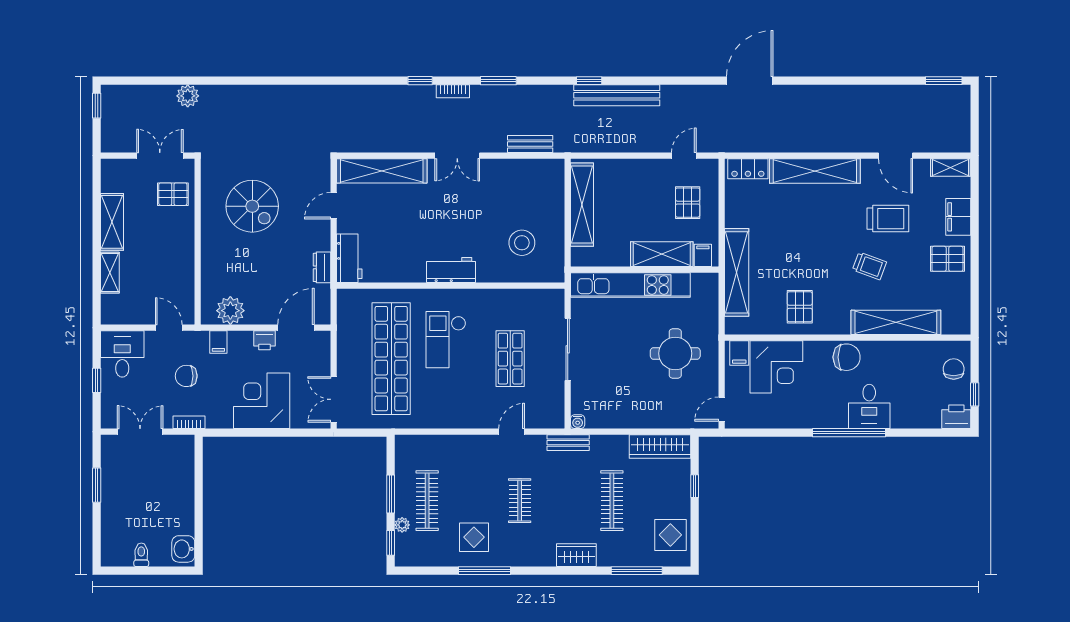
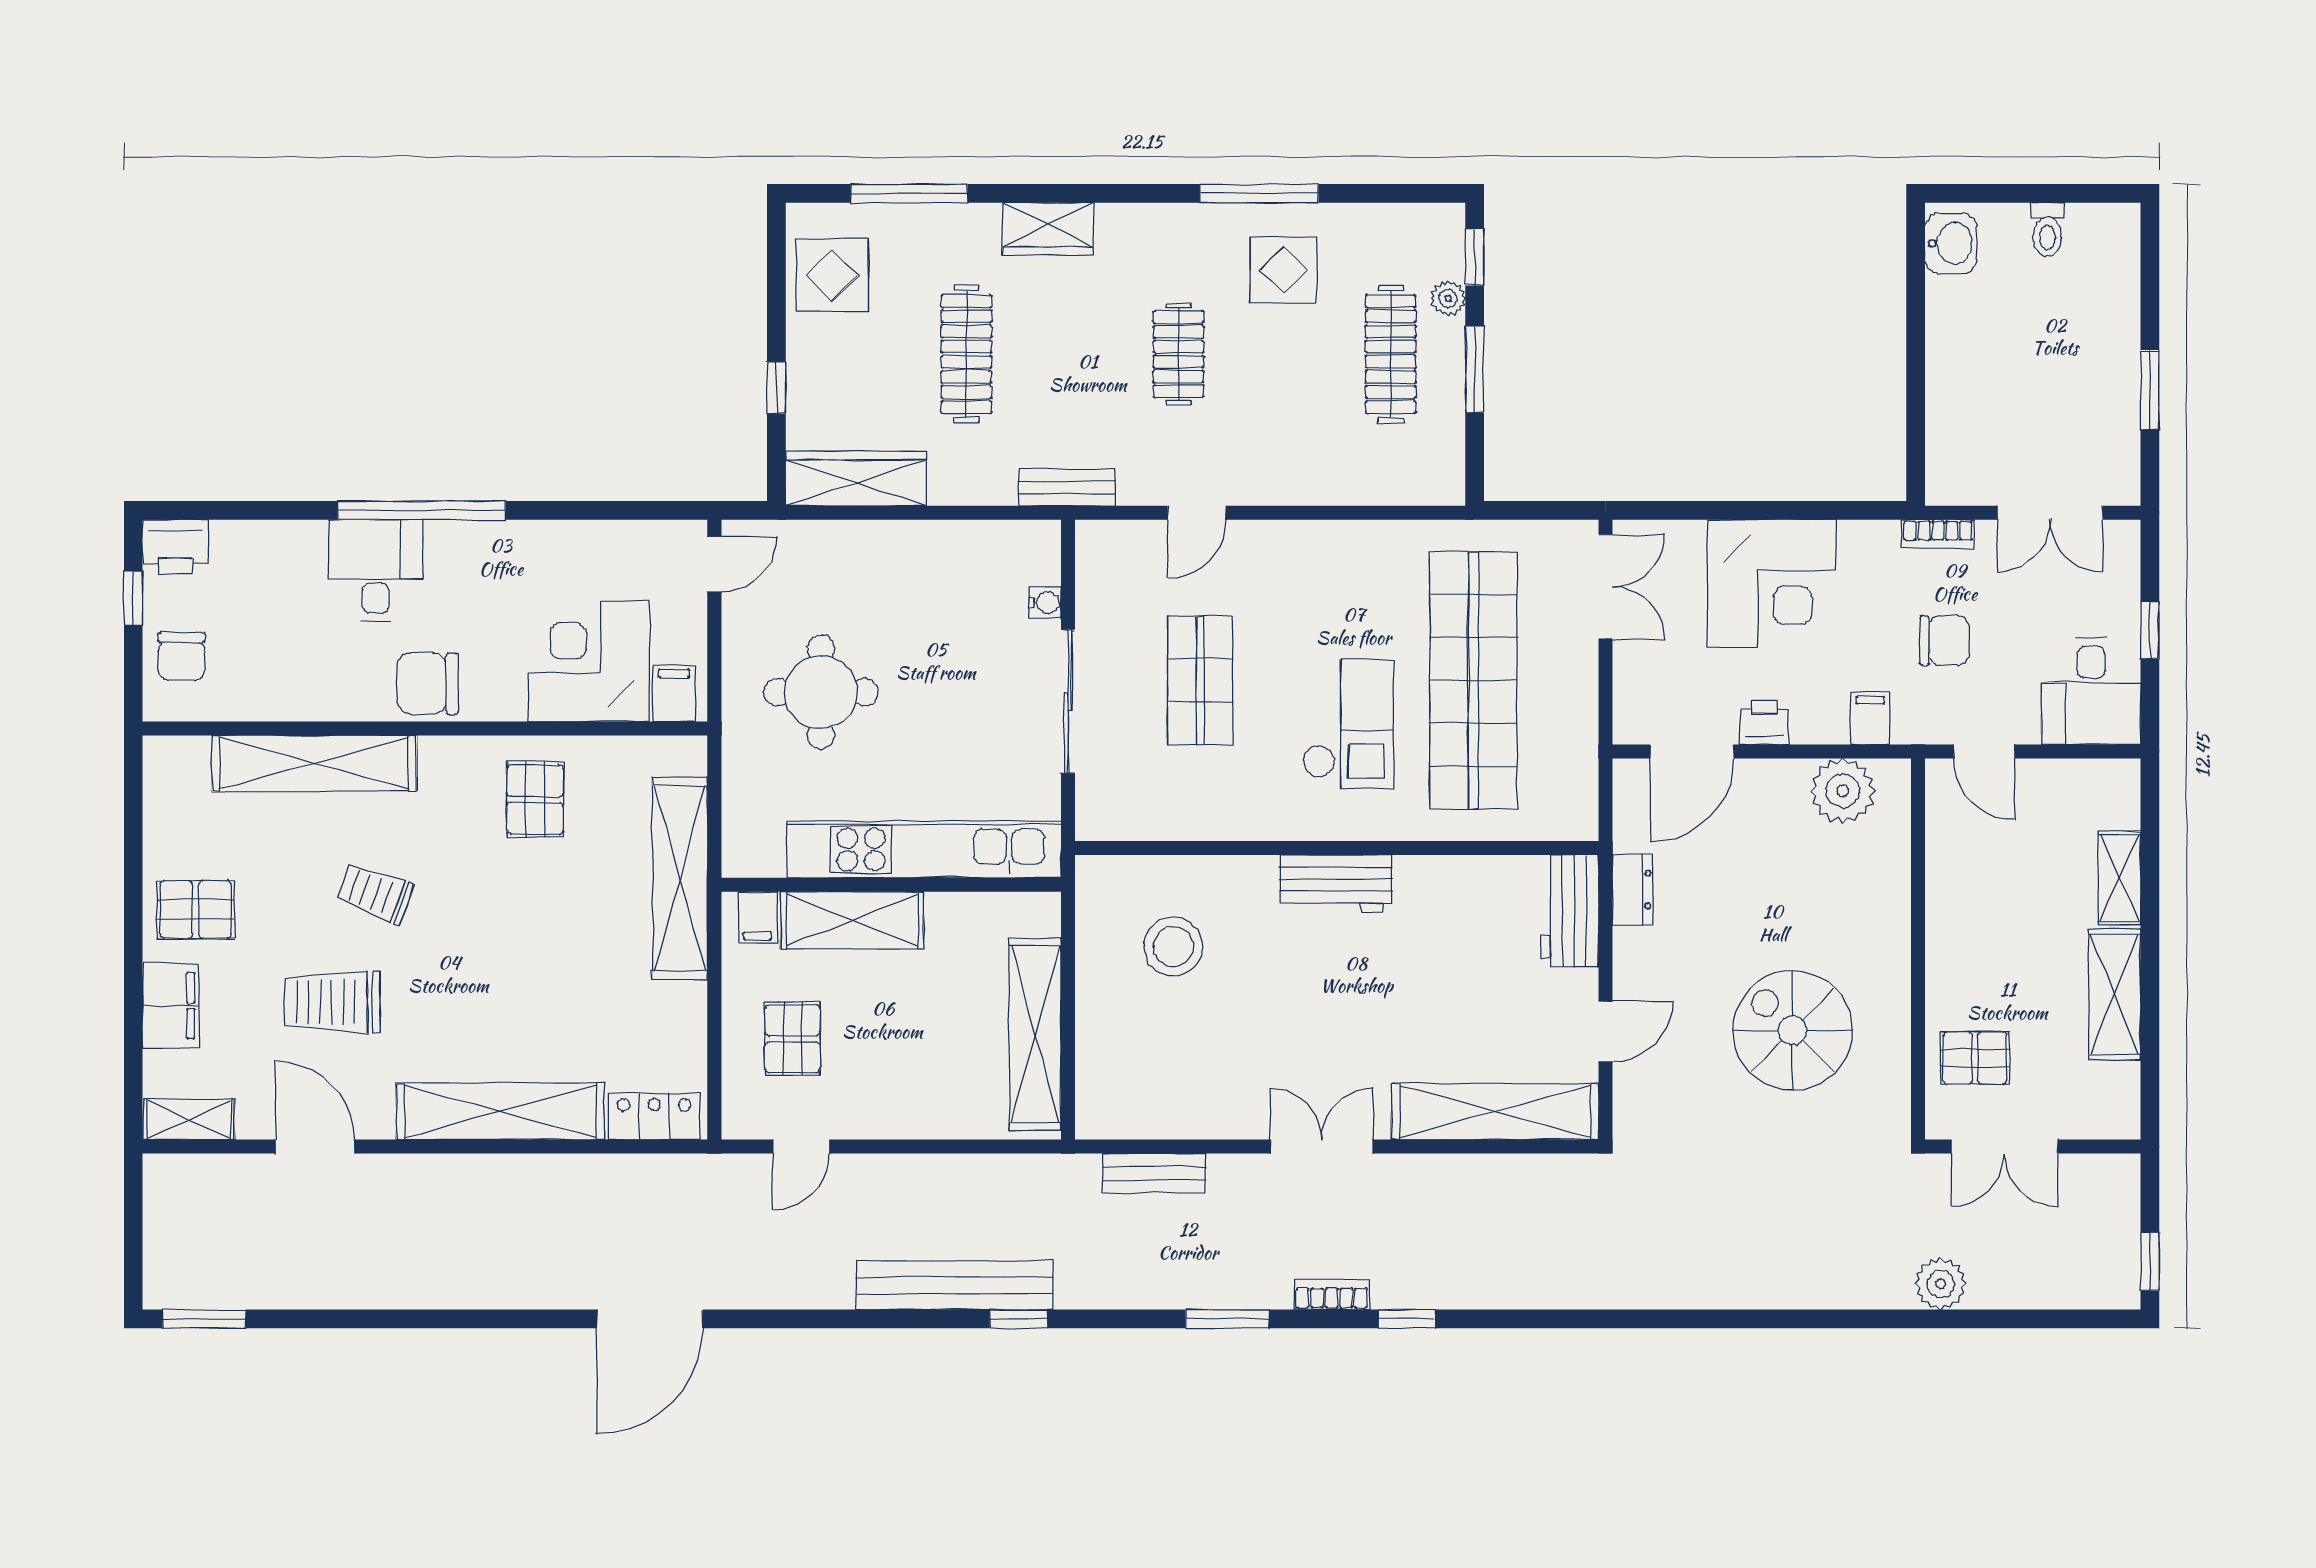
water cooler: (578, 422) -> (1045, 603), moved, turned 90

